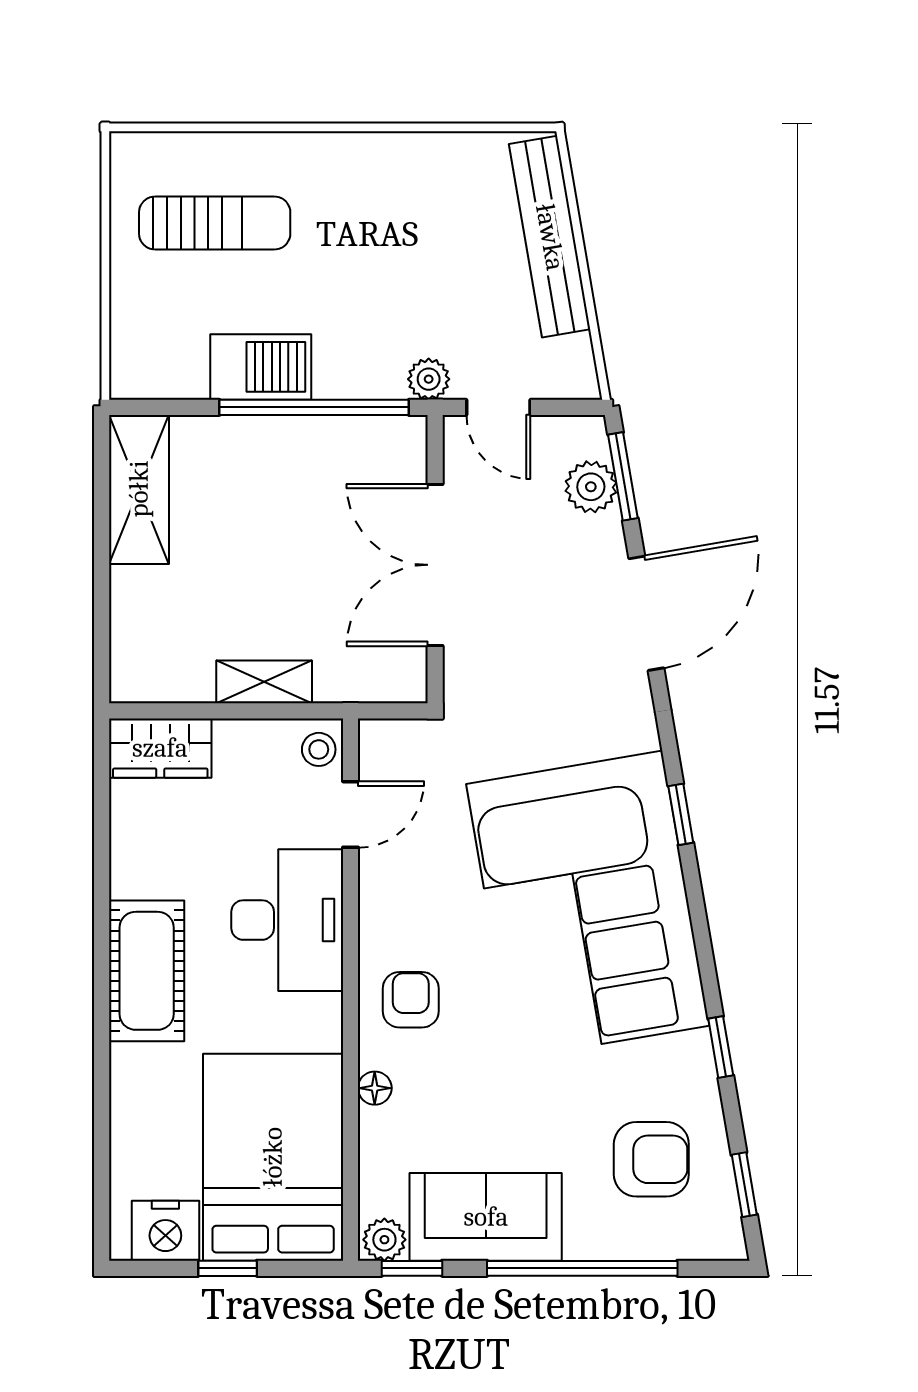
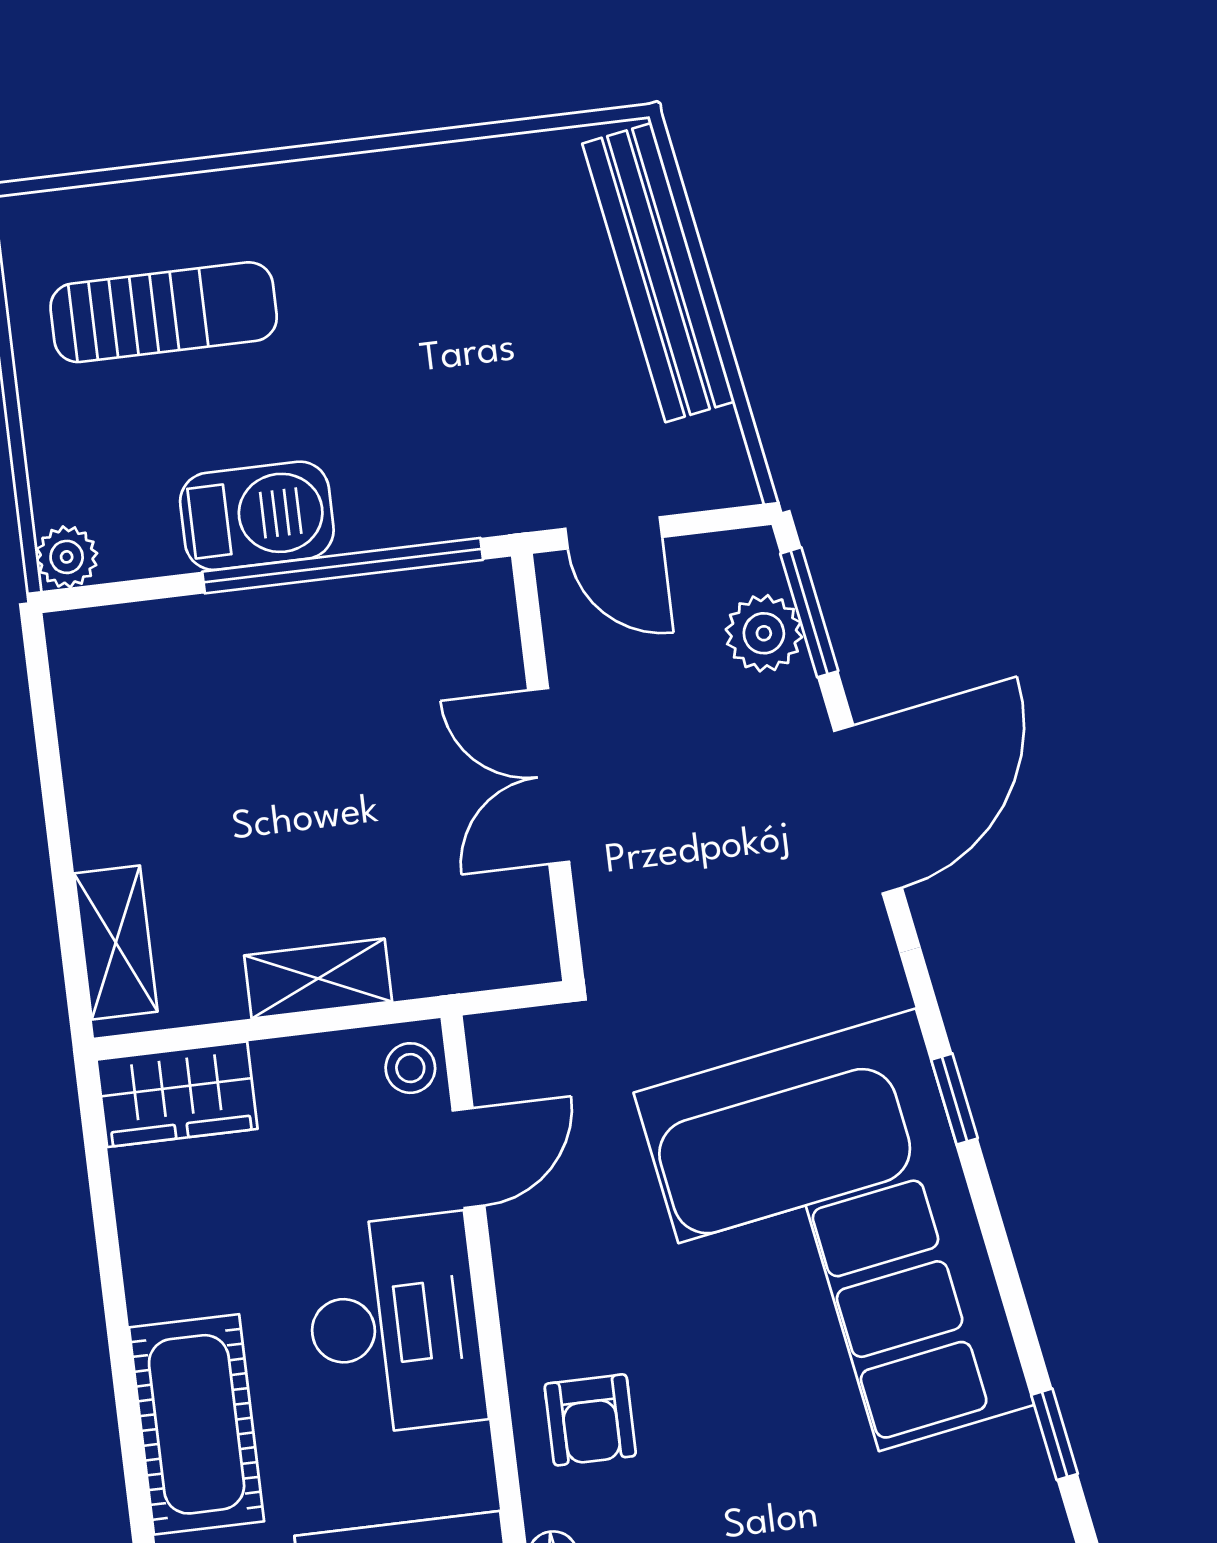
plant: (429, 379) -> (67, 557), moved
shelving: (139, 489) -> (116, 942), moved, width x0.67, depth x0.75
double door: (435, 565) -> (549, 776), width x0.73
armchair: (411, 1000) -> (590, 1420), turned 180

